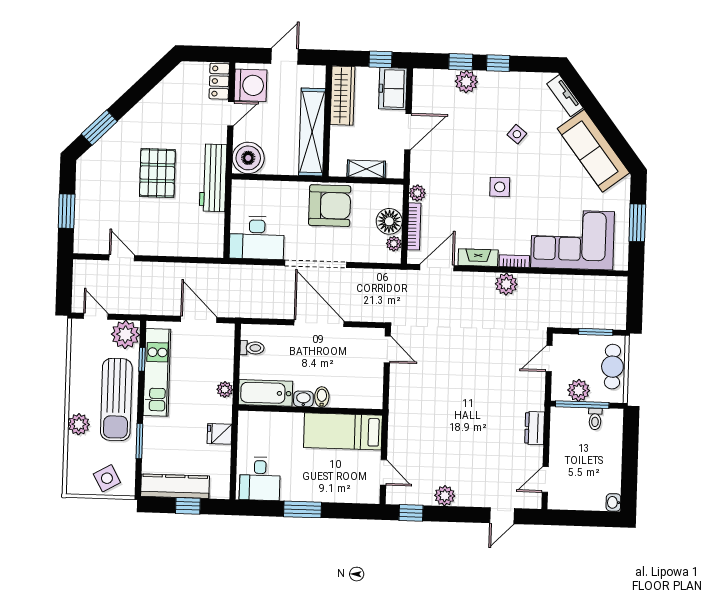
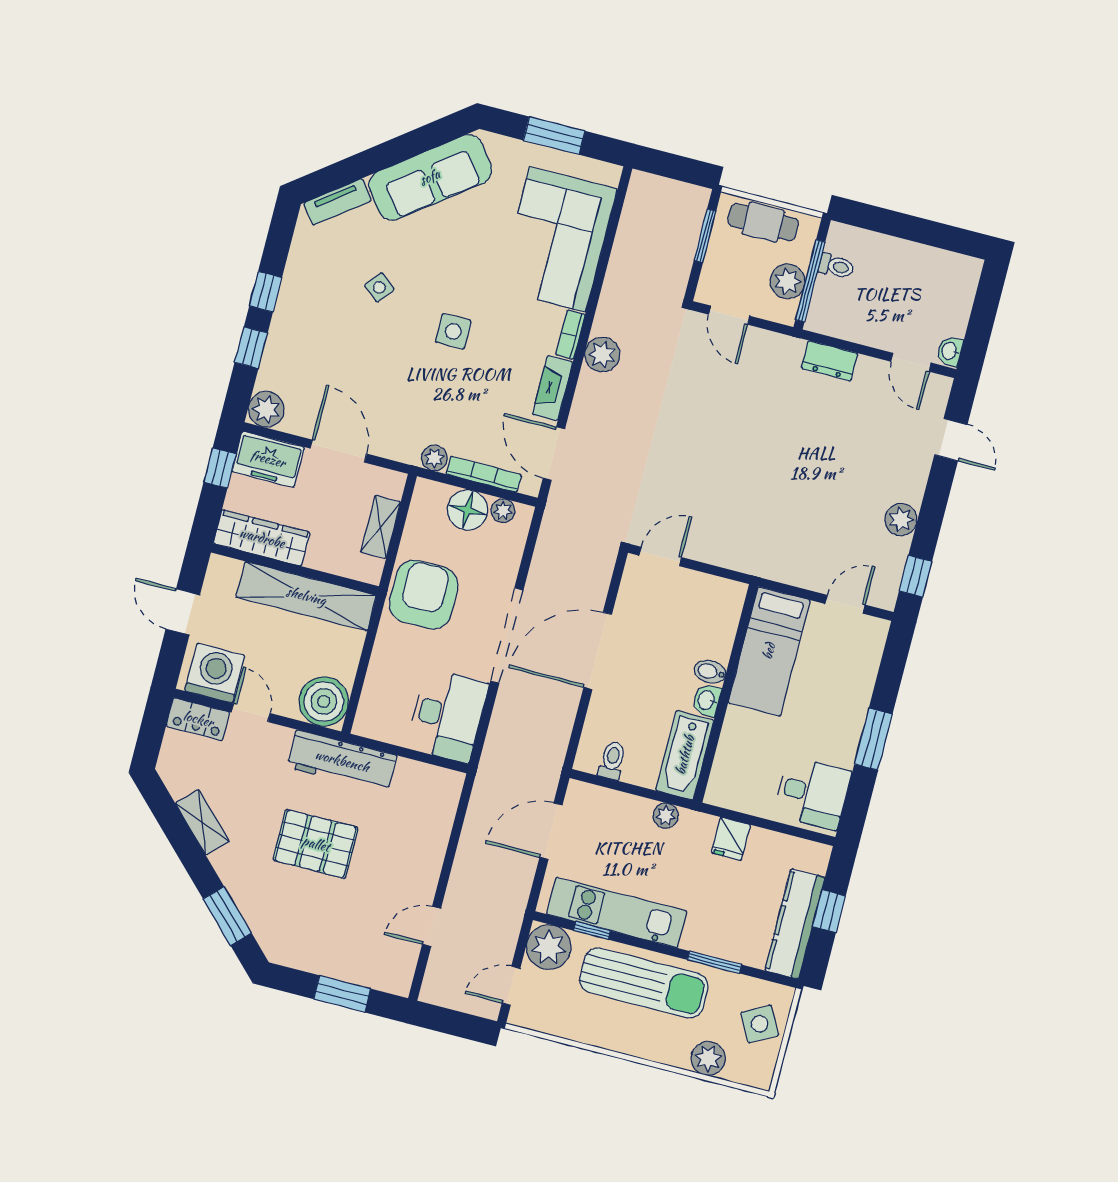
plant: (466, 82) -> (266, 409), moved
shelving: (155, 98) -> (202, 822), added
plant: (79, 424) -> (708, 1058), moved
washbasin: (613, 502) -> (950, 351), moved, turned 90

